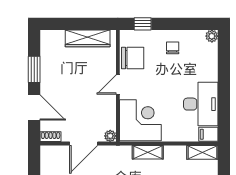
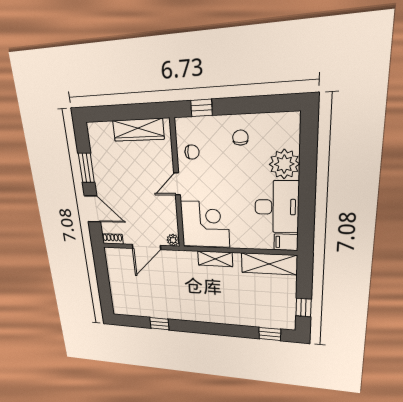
plant: (212, 36) -> (284, 164), moved, width x1.87, depth x1.87
chair: (133, 58) -> (192, 152), width x0.54, depth x0.54
shelving: (202, 152) -> (269, 264), width x1.50, depth x1.33

